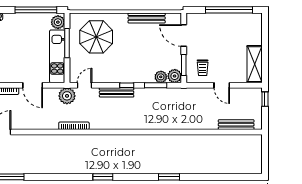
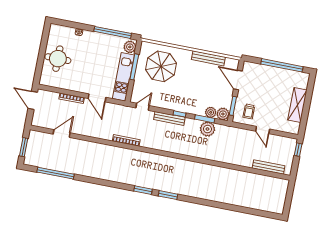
shelving: (255, 64) -> (297, 105), moved
plant: (67, 96) -> (207, 129), moved
window: (169, 177) -> (168, 195), moved

